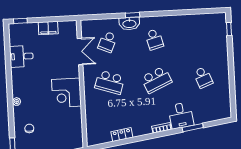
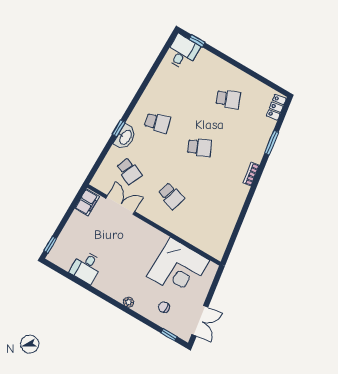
filing cabinet: (48, 28) -> (87, 202), moved
school desk: (156, 80) -> (200, 147), width x0.54
school desk: (110, 82) -> (171, 196), width x0.54
corner desk: (66, 93) -> (178, 268), moved, width x1.36, depth x1.36
desk: (181, 115) -> (182, 52), moved, turned -81
locker: (122, 135) -> (276, 107), moved

